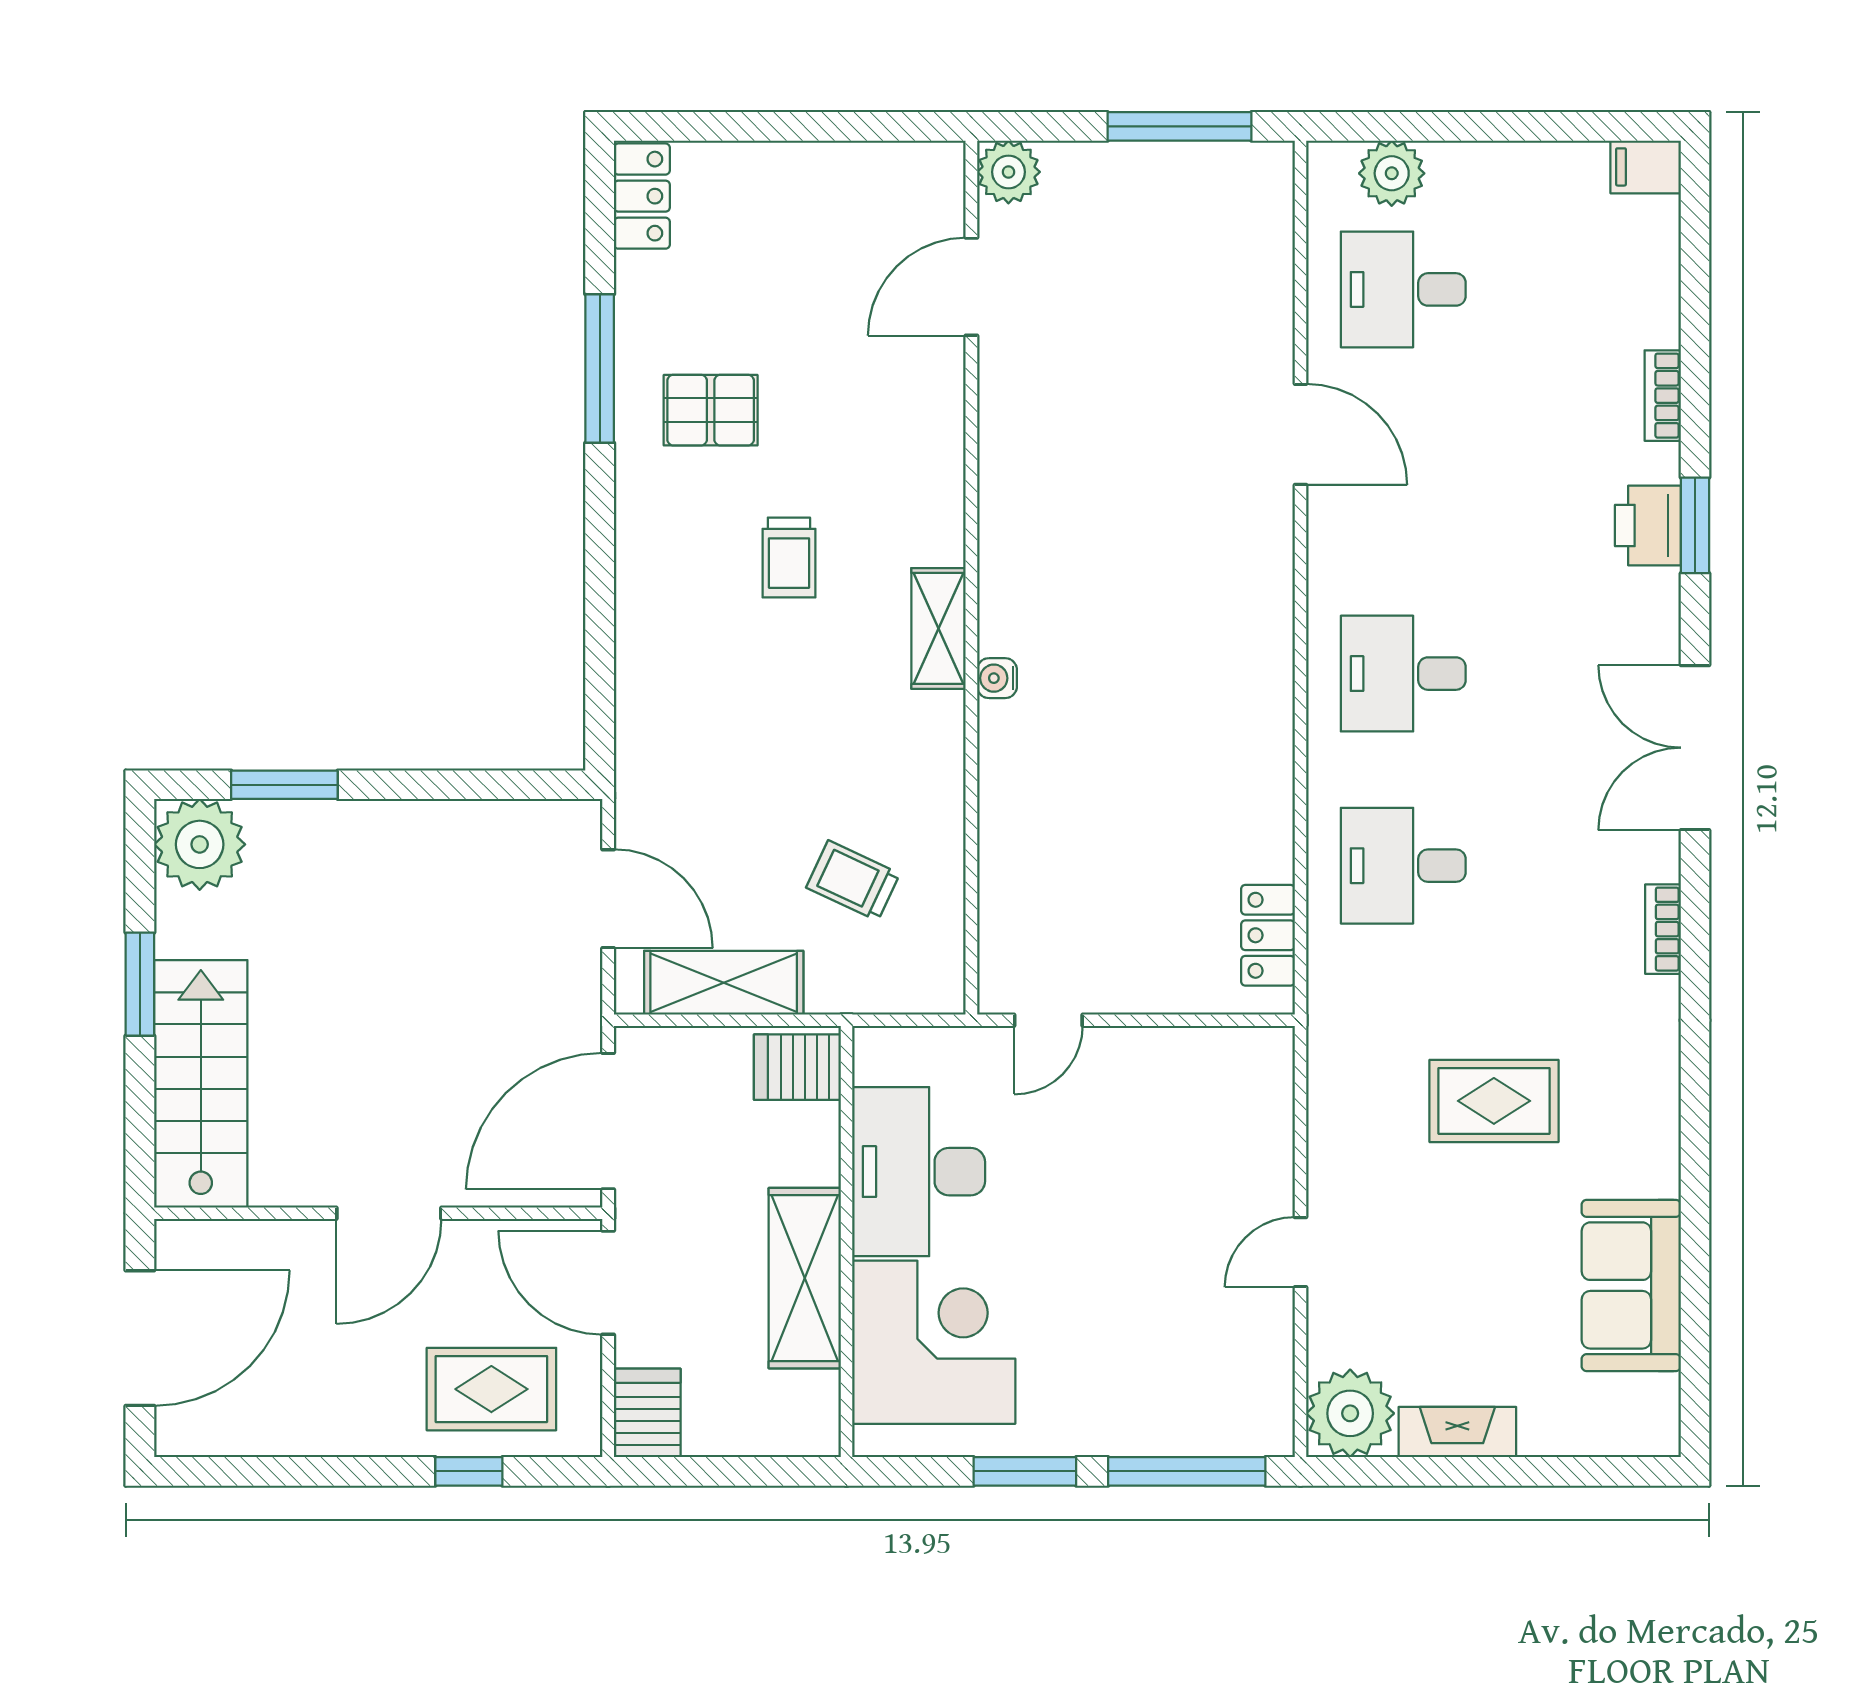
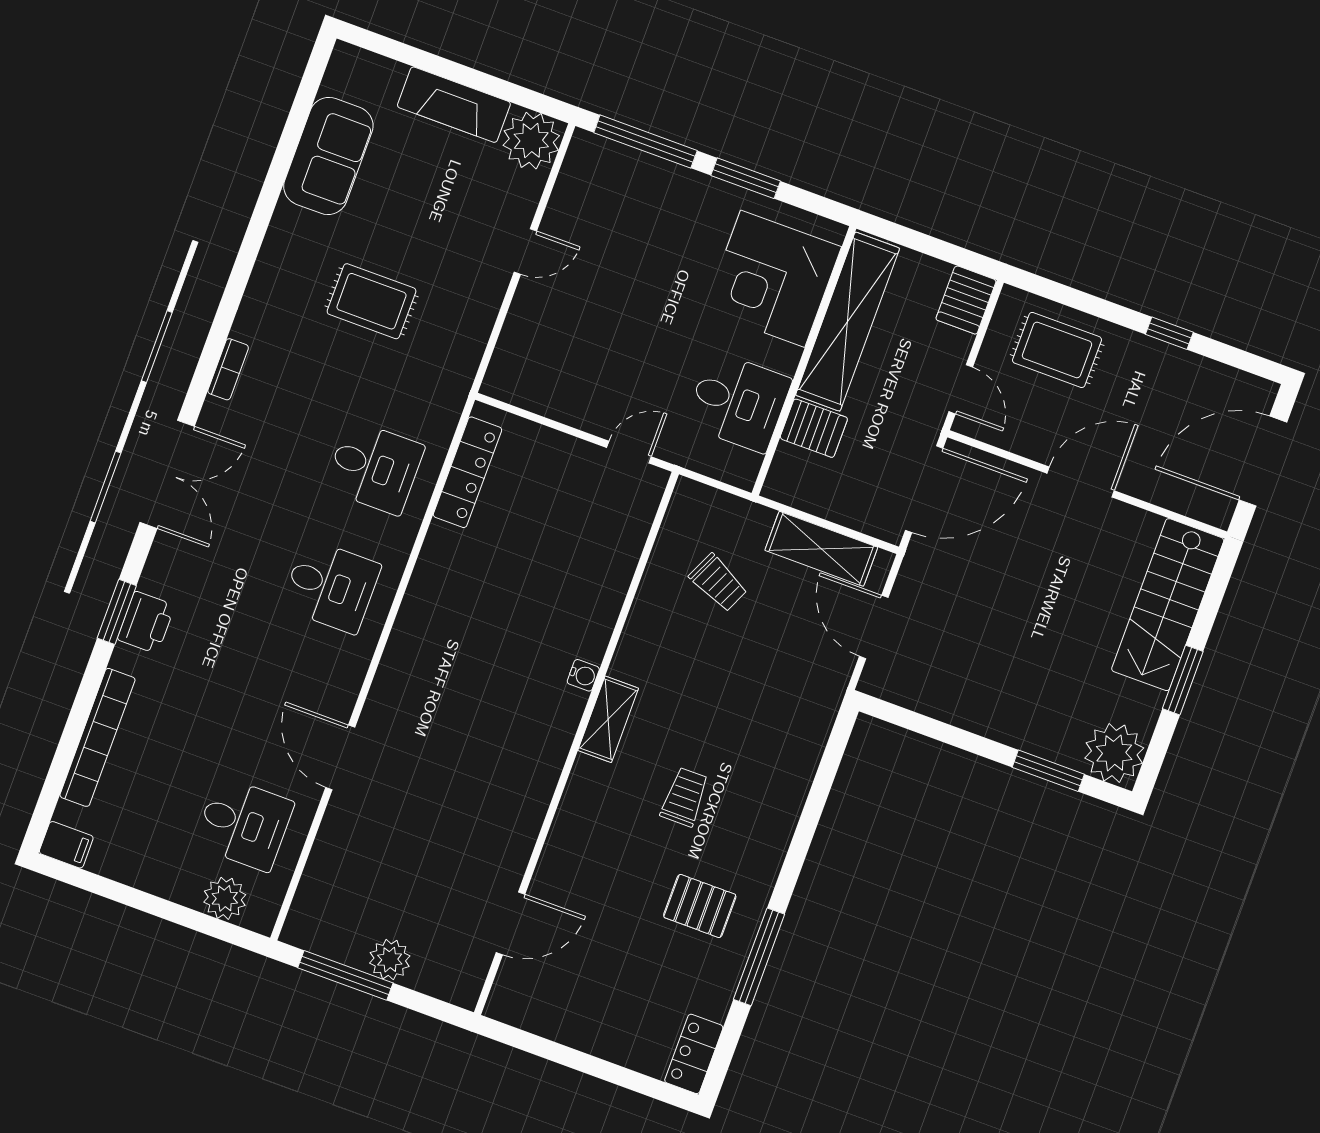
plant: (1008, 172) -> (390, 960), moved
bookcase: (1663, 396) -> (97, 737), width x2.31, depth x1.31
locker: (1268, 935) -> (467, 472), width x1.53
server rack: (797, 1067) -> (814, 428), moved
desk: (919, 1172) -> (738, 402), width x0.73
shelving: (805, 1278) -> (848, 322), width x1.47
door: (608, 1283) -> (961, 389), width x0.73
fireplace: (1457, 1432) -> (454, 105), width x1.37, depth x1.32
window: (469, 1471) -> (1169, 333), moved

